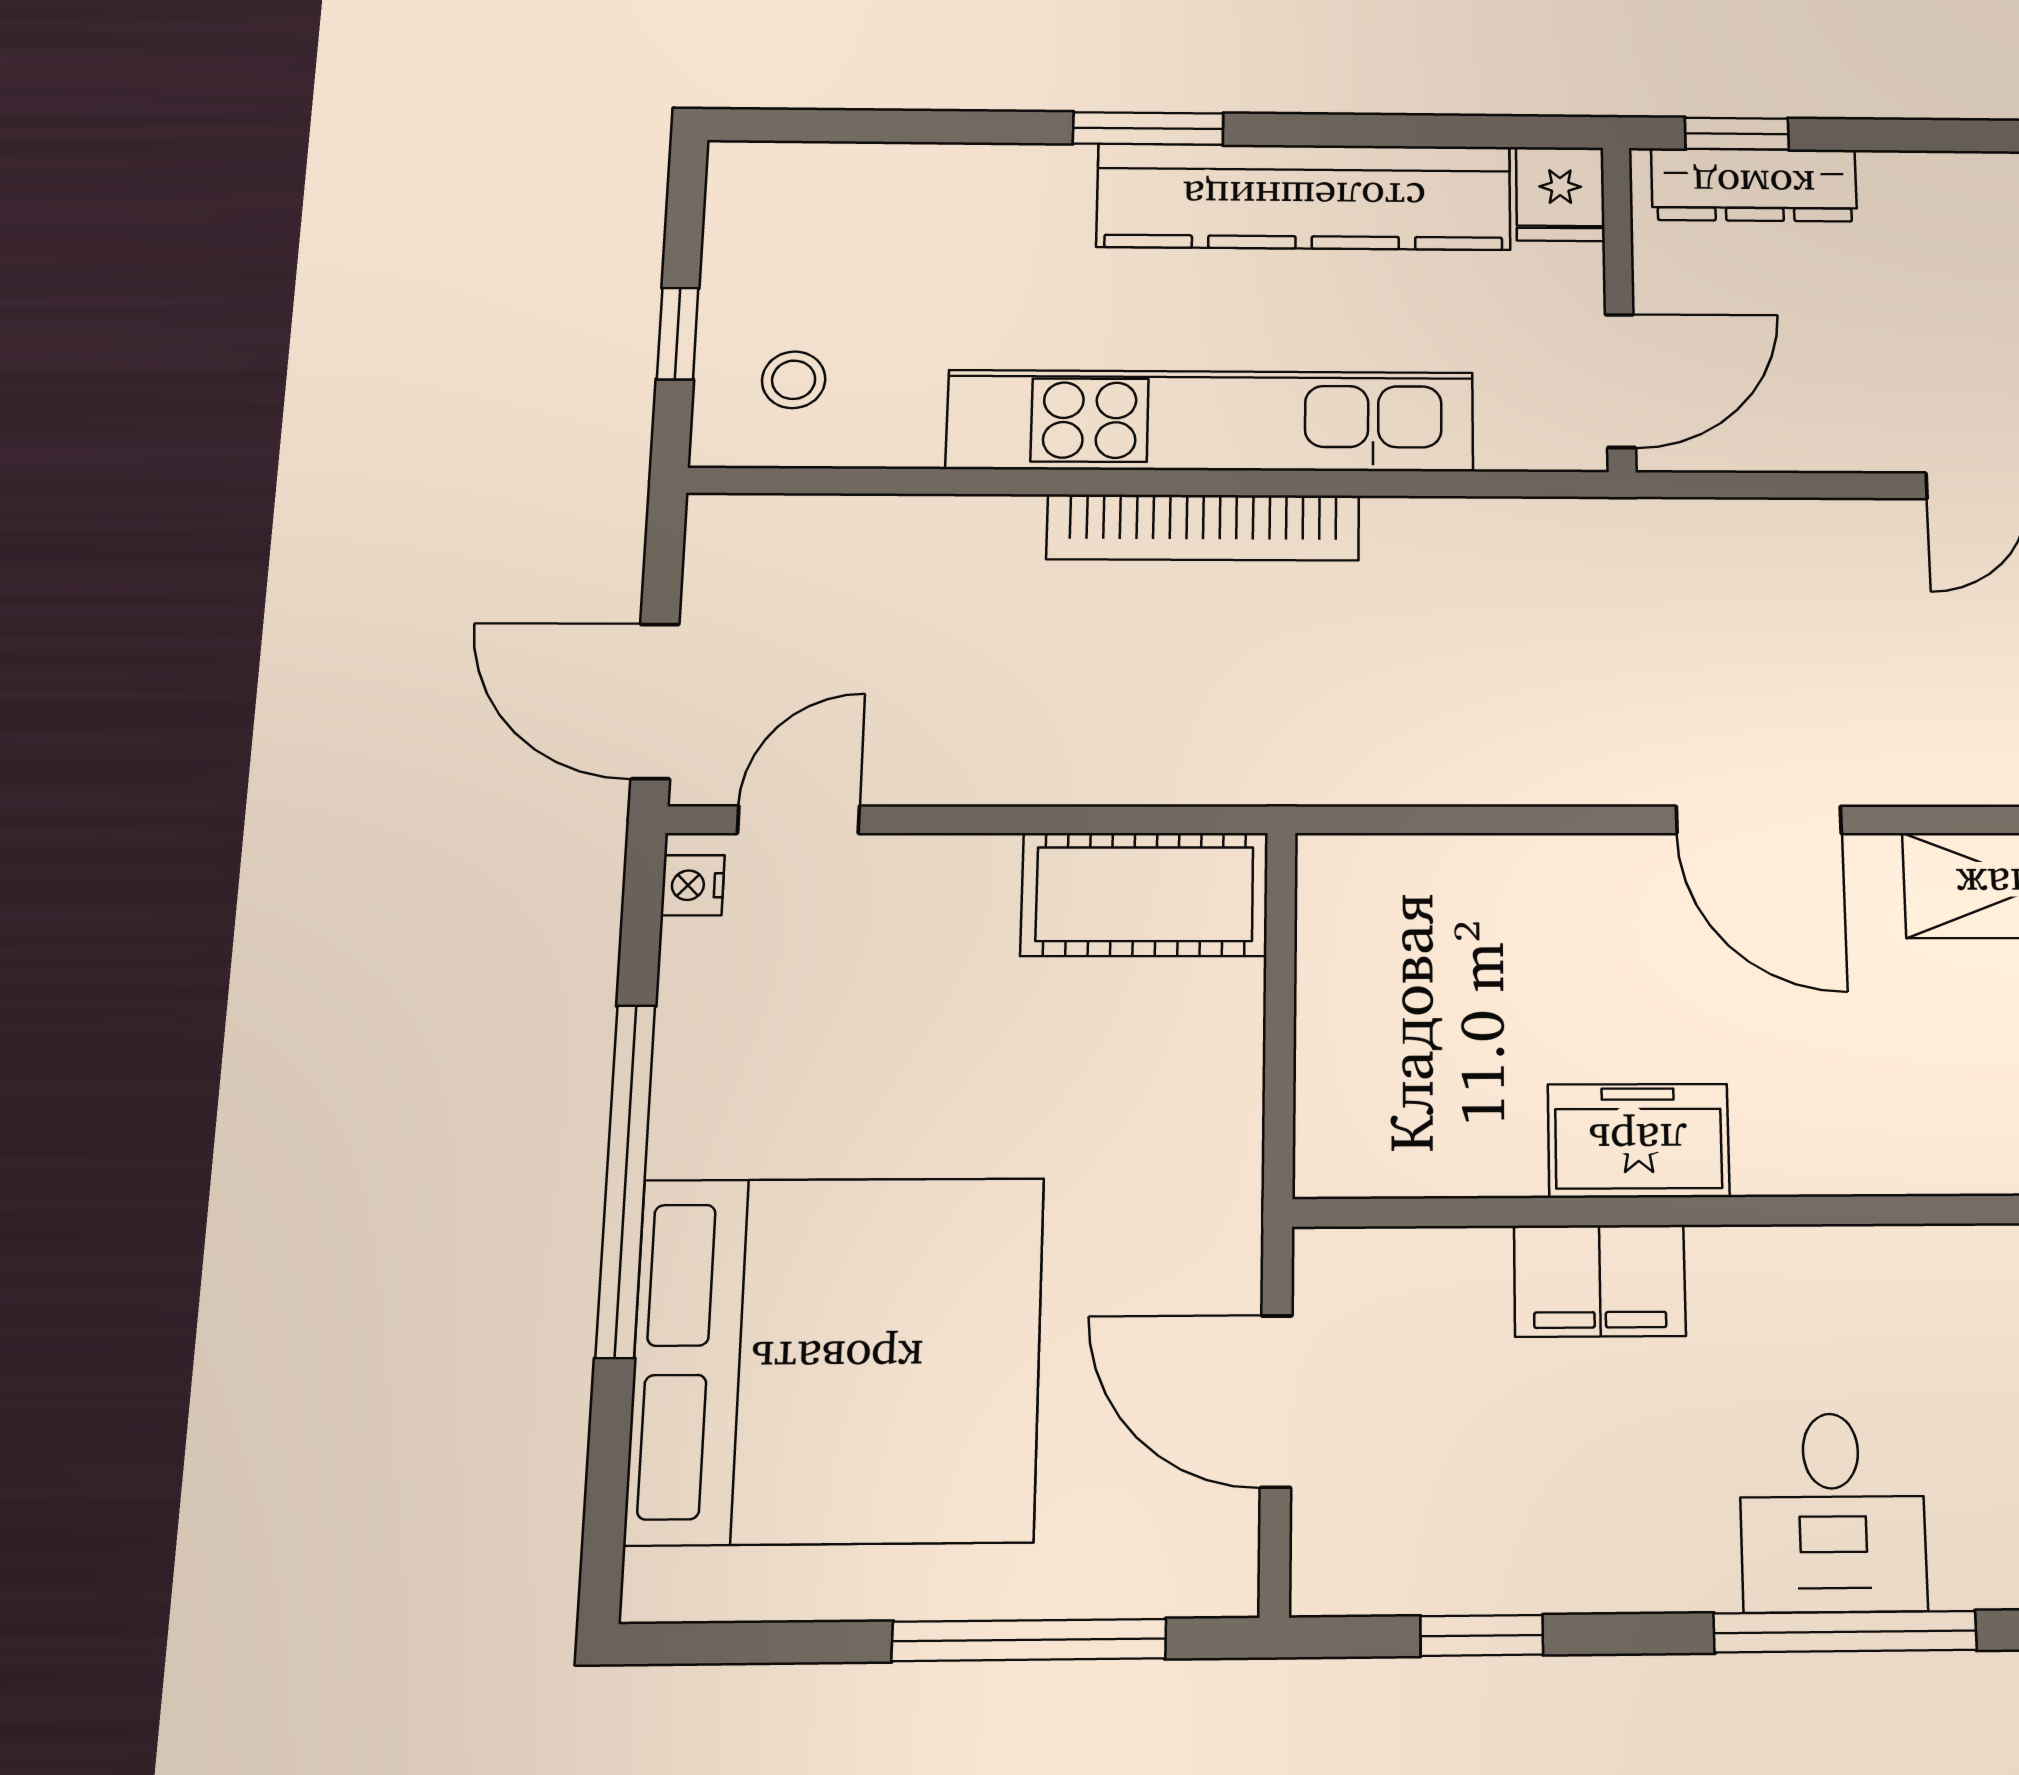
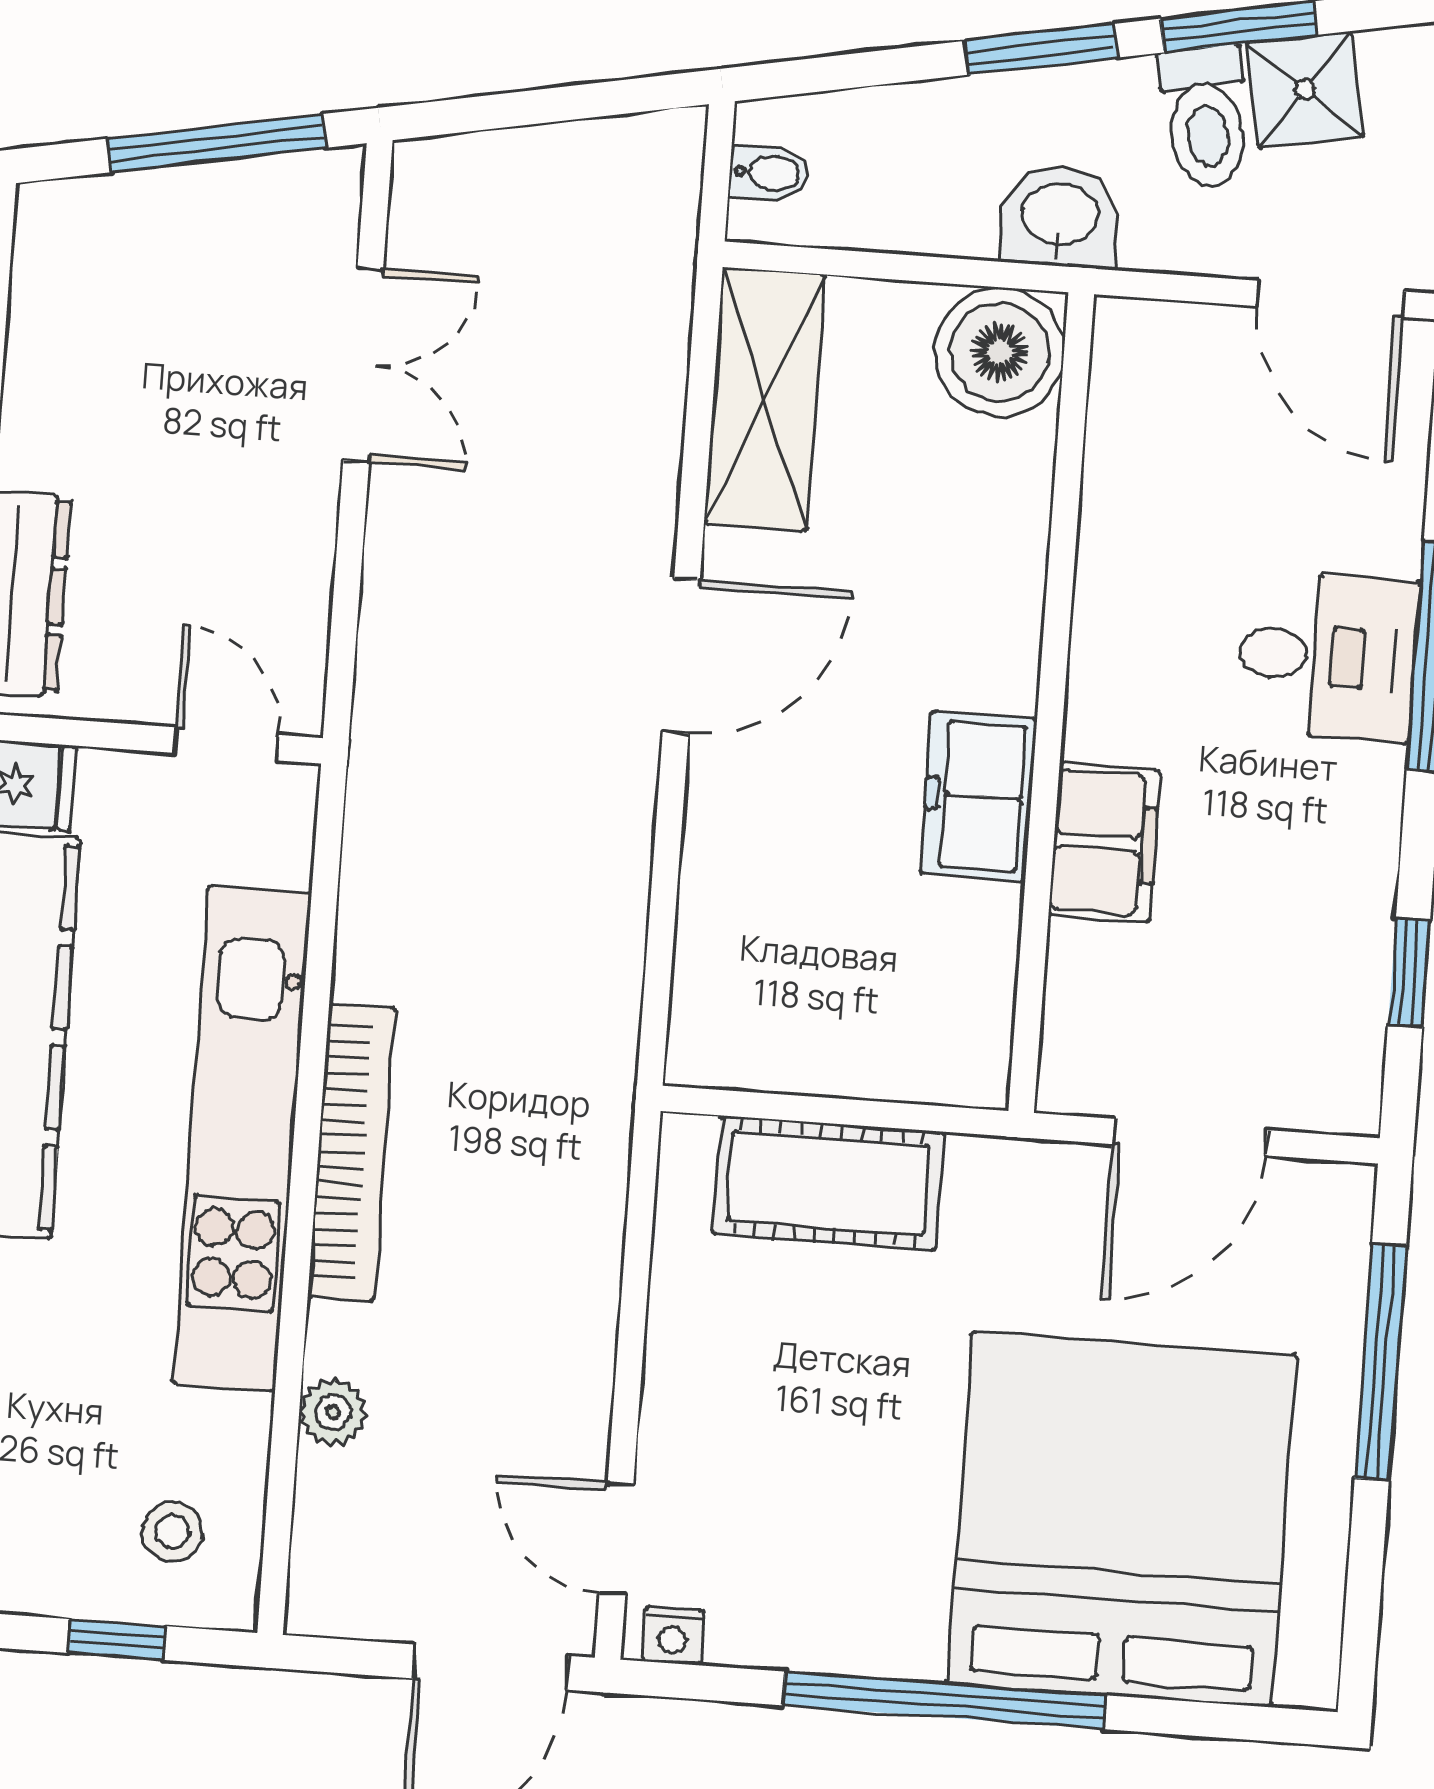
door: (1620, 381) -> (226, 744), width x0.73
plant: (926, 527) -> (333, 1412), added
cot: (1145, 894) -> (828, 1183), moved, turned 90

